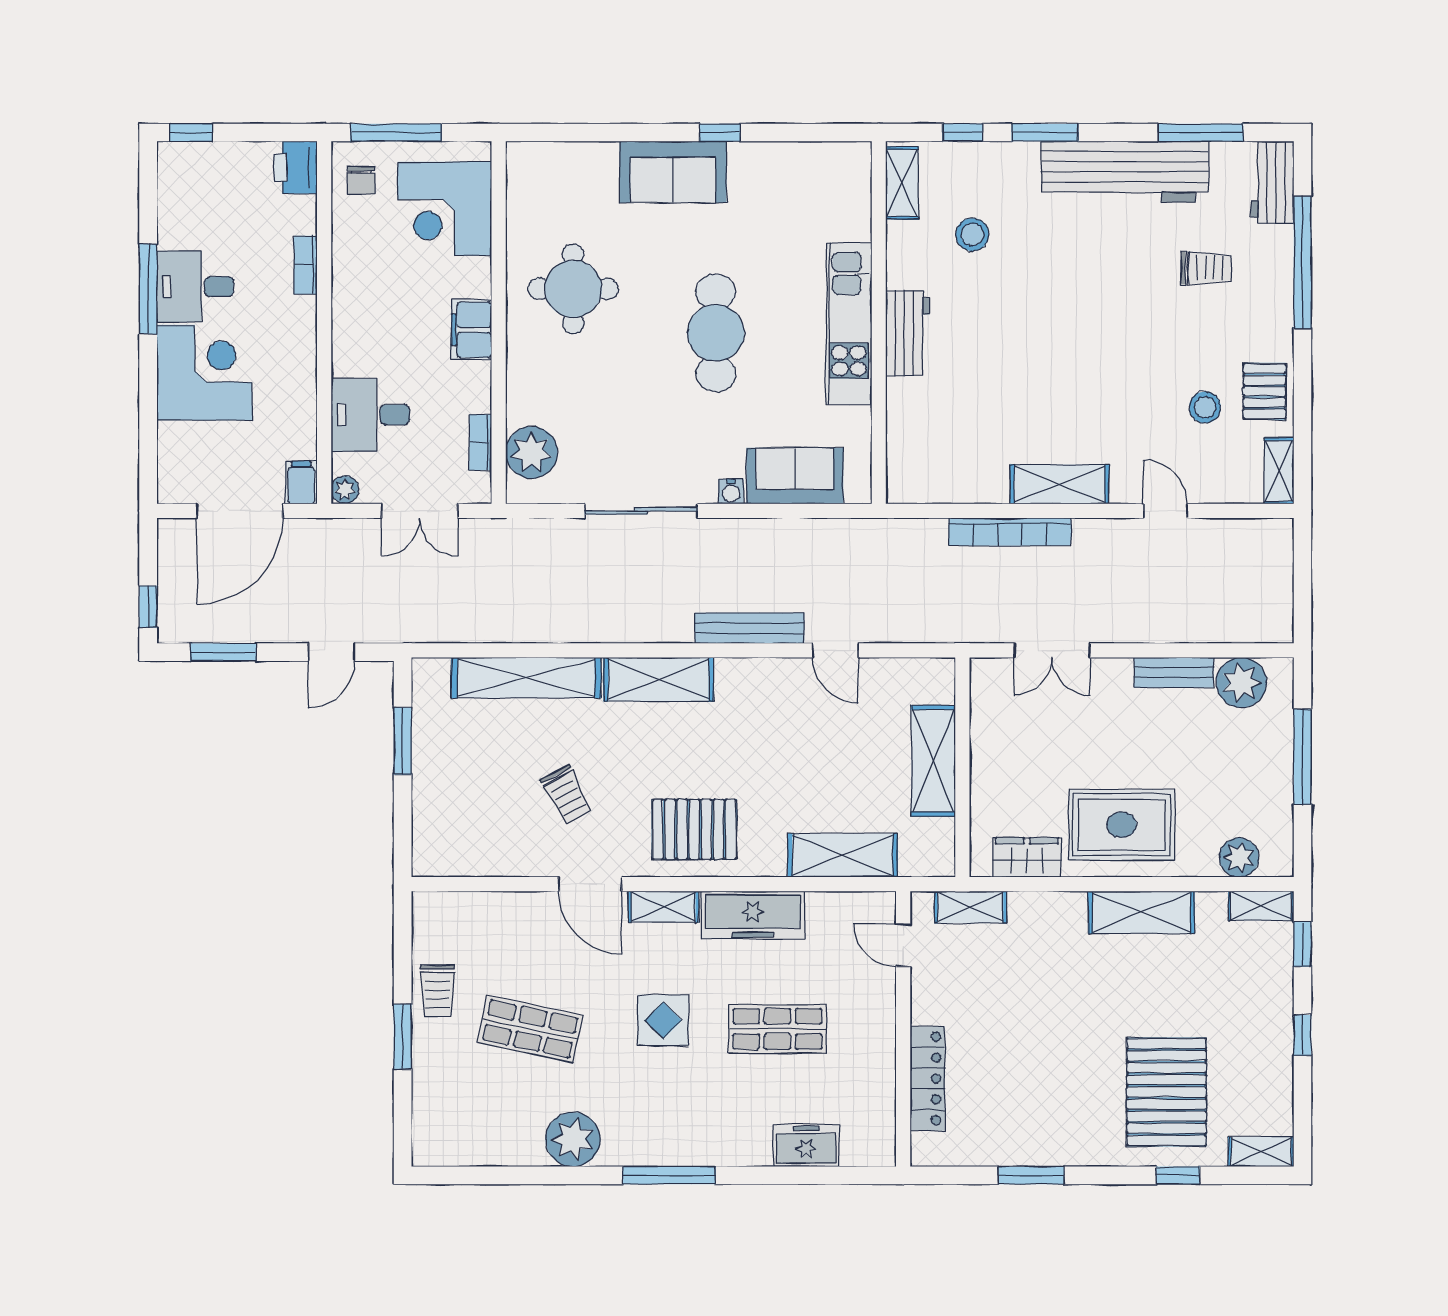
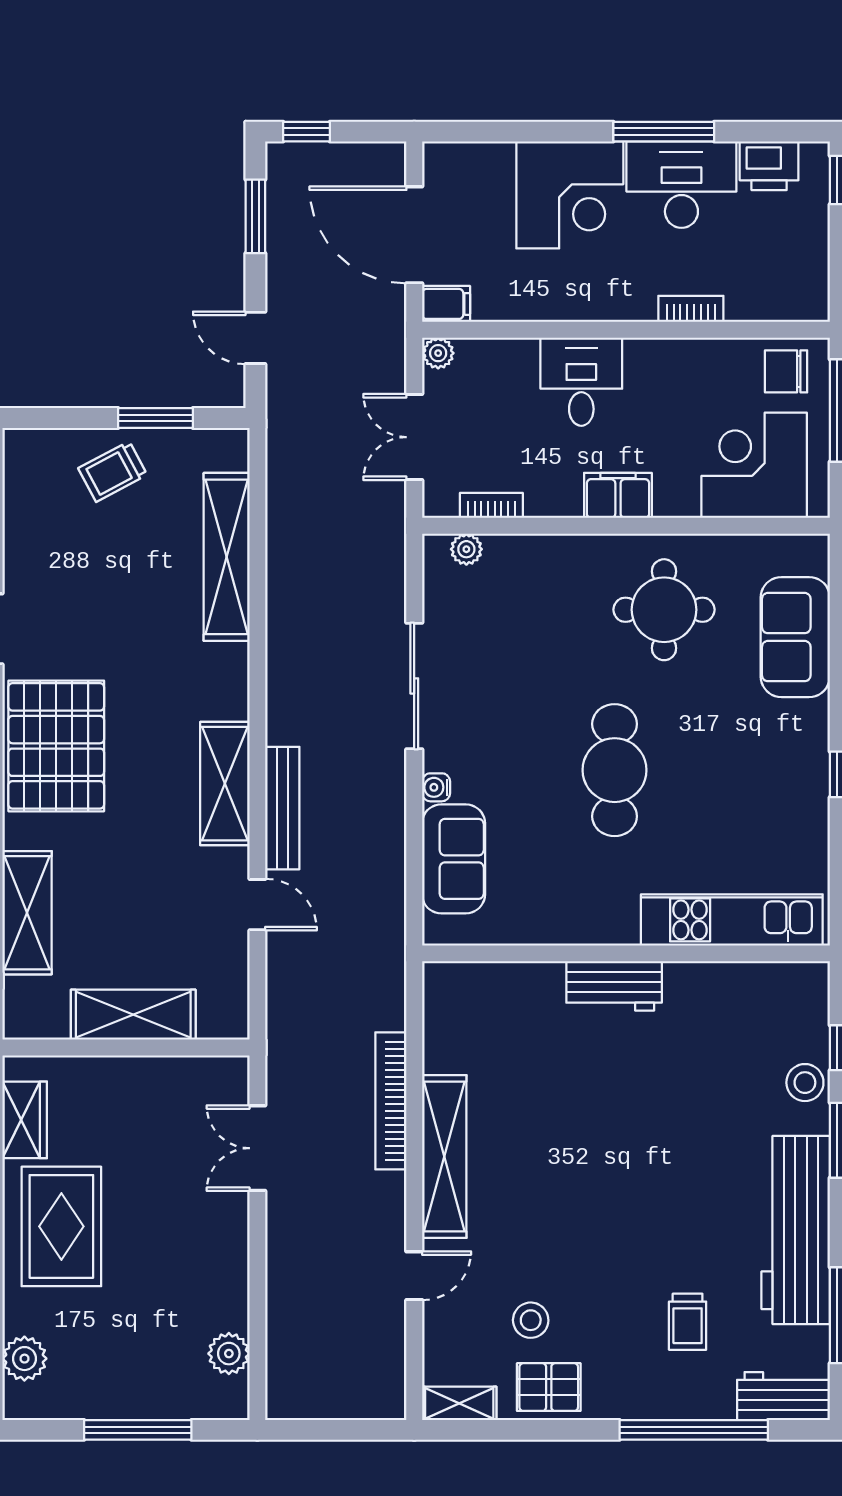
printer: (296, 167) -> (769, 166), moved, turned 180
sofa: (673, 172) -> (795, 637), moved
chair: (361, 180) -> (786, 371), width x1.37, depth x1.37
shelving: (902, 183) -> (783, 980), removed
stool: (972, 235) -> (805, 1083), moved
desk: (195, 287) -> (681, 185), width x1.37
kitchen unit: (849, 324) -> (732, 920), moved
cafe table: (716, 333) -> (615, 770), turned 90
desk: (370, 415) -> (581, 382), moved
plant: (532, 452) -> (466, 549), width x0.53, depth x0.53
shelving: (1059, 484) -> (444, 1157), width x1.47
door: (835, 650) -> (257, 905), swing flipped
bench: (1174, 673) -> (232, 1285), removed
shelving: (659, 679) -> (225, 784), moved
plant: (1241, 682) -> (229, 1354), width x0.73, depth x0.73
trolley: (567, 795) -> (113, 472), moved
pallet: (694, 829) -> (56, 746), width x1.37, depth x1.41

